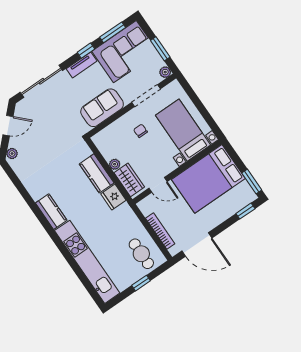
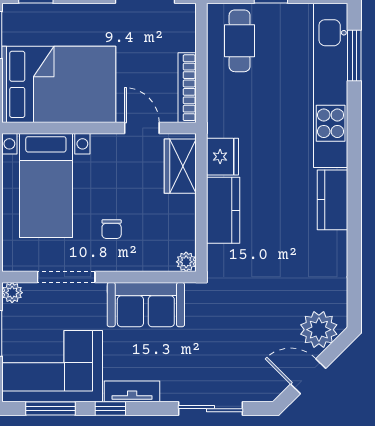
sliding door: (41, 81) -> (210, 409), width x0.73
plant: (12, 154) -> (319, 330), width x1.87, depth x1.87
plant: (115, 164) -> (186, 262), moved
bookcase: (160, 231) -> (187, 88), moved
window: (86, 282) -> (354, 55), added

